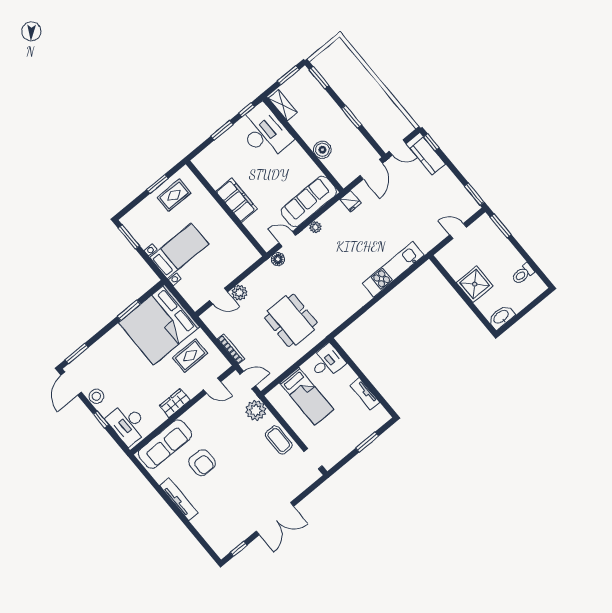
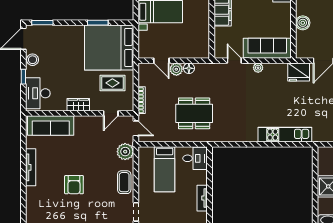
fridge: (350, 201) -> (299, 72), width x1.88, depth x1.34
floor lamp: (278, 259) -> (189, 68), moved
dining table: (291, 320) -> (194, 113), turned 90
door: (212, 386) -> (111, 113), hinge flipped
armchair: (202, 463) -> (74, 185), moved

